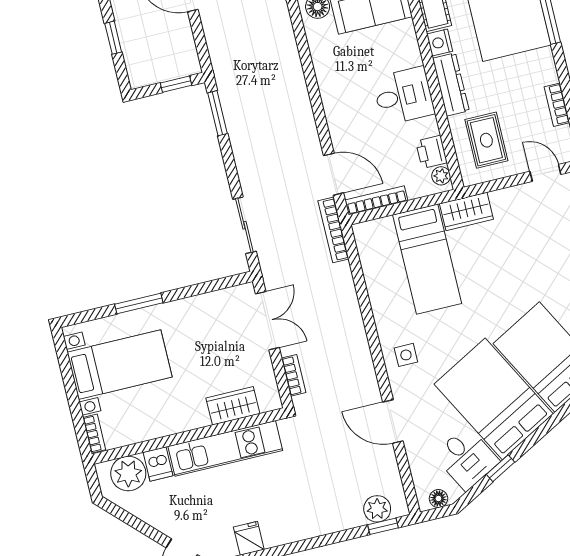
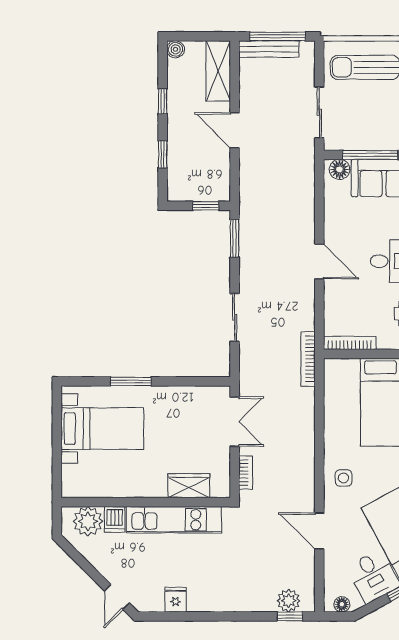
door: (334, 174) -> (319, 261), moved
sliding door: (244, 225) -> (235, 317), moved
bookcase: (94, 434) -> (67, 481), removed

